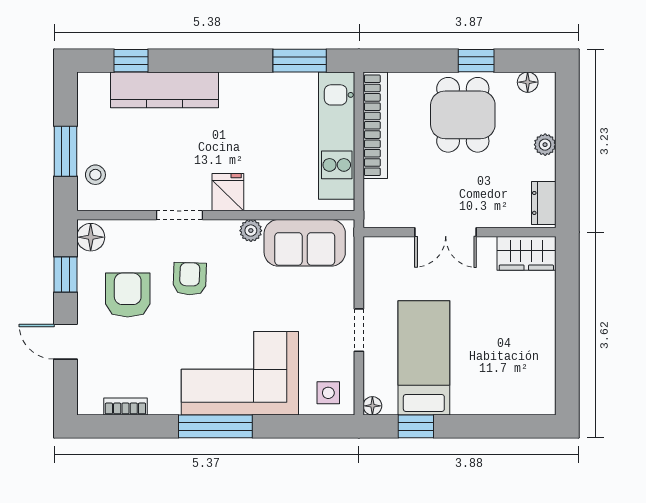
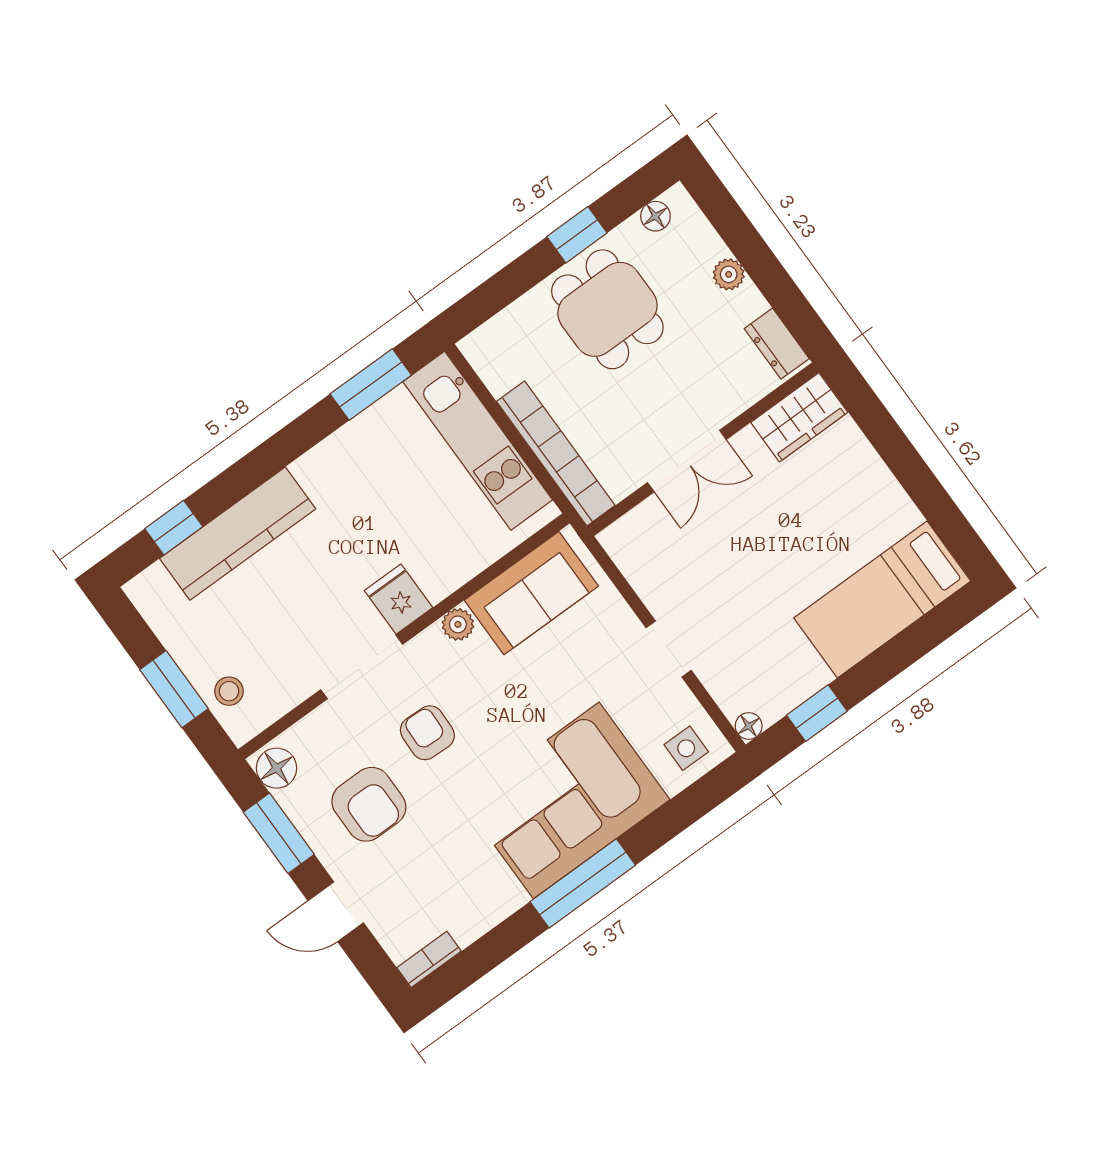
bookcase: (375, 125) -> (556, 453), moved
doorway: (180, 215) -> (362, 667), width x1.38
window: (65, 275) -> (279, 833), width x1.50
armchair: (128, 295) -> (369, 804), turned 180
bed: (424, 358) -> (882, 599), moved, turned -90
bookcase: (125, 406) -> (429, 959), moved

